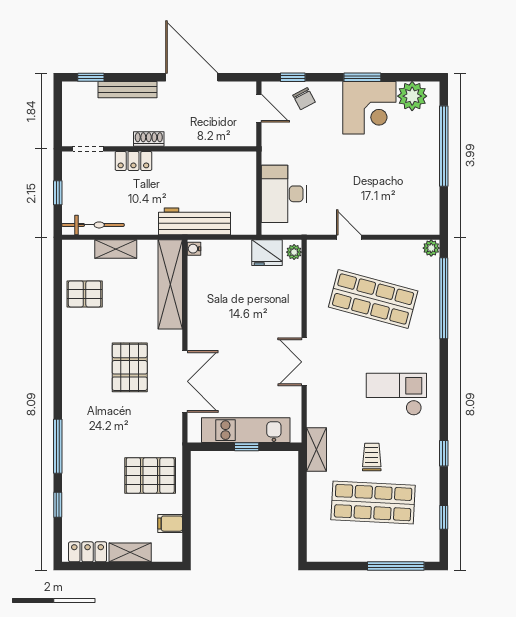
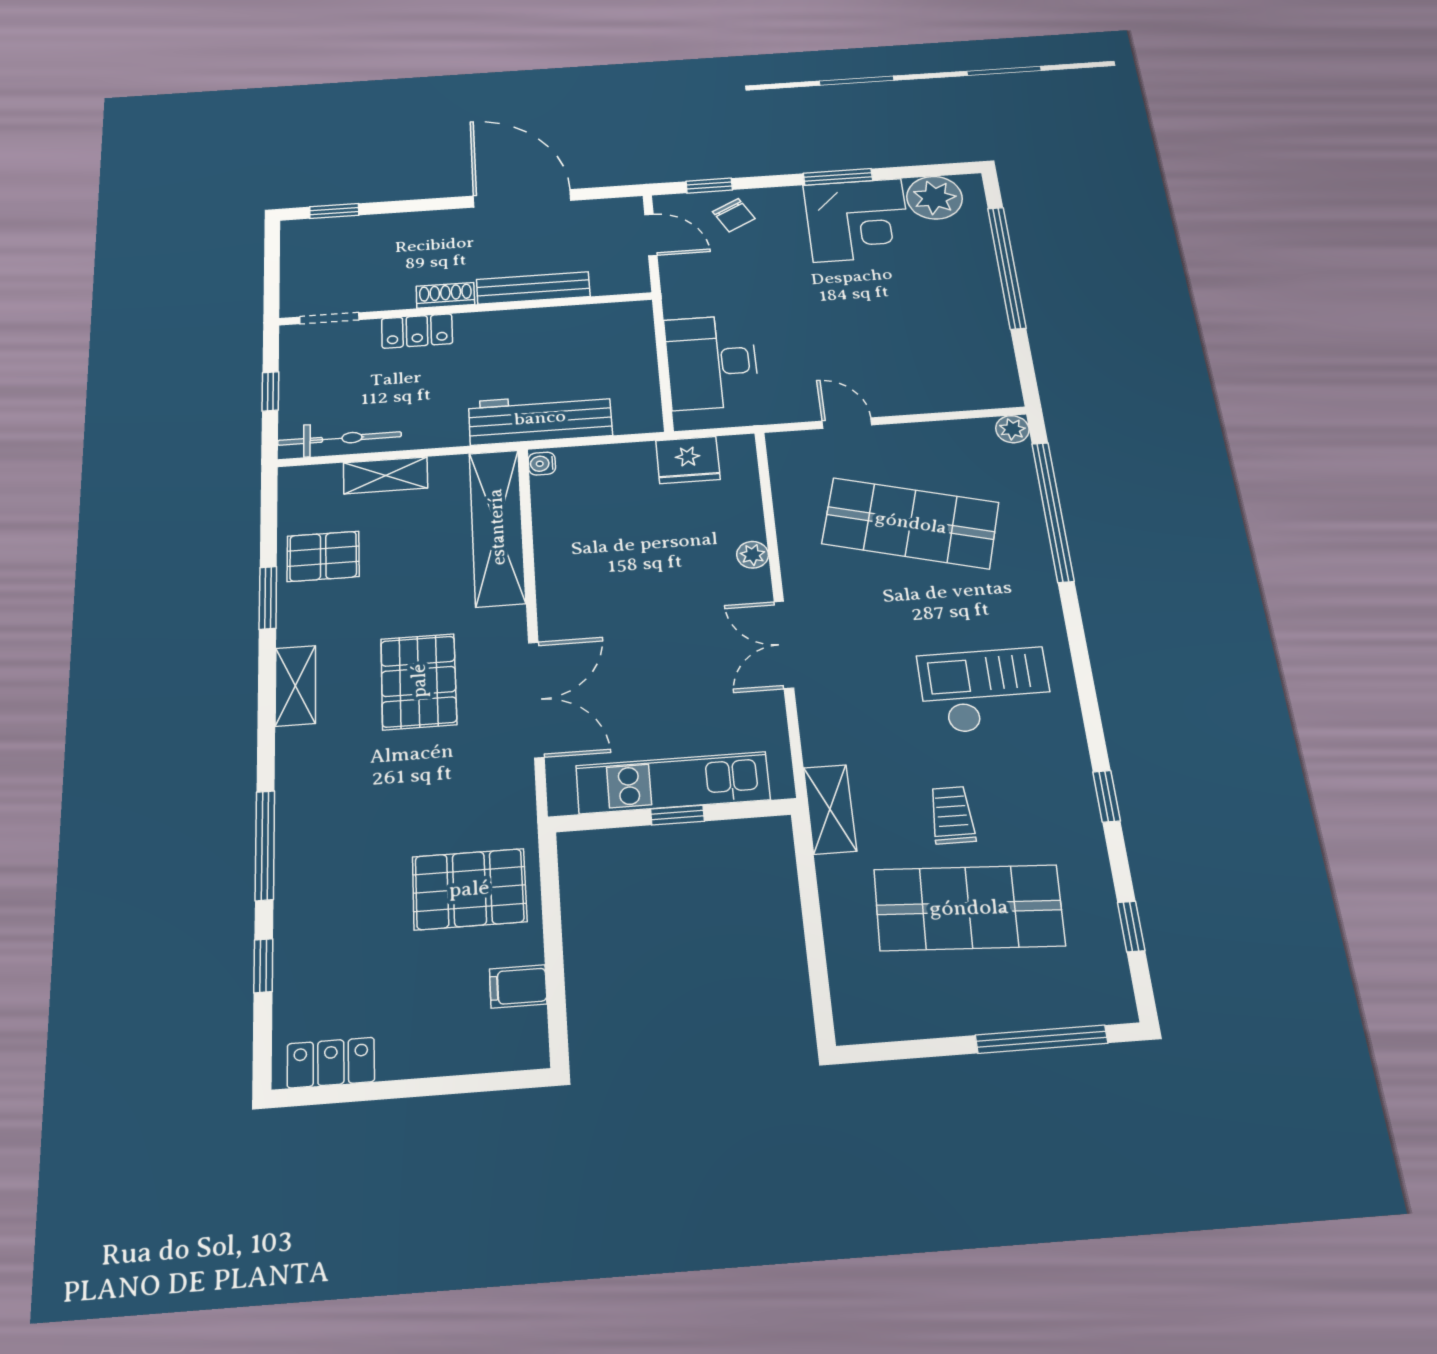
bench: (127, 90) -> (533, 288), moved
plant: (294, 252) -> (753, 555), moved
window: (58, 315) -> (268, 598), added
shelving: (130, 552) -> (295, 686), moved, turned 90

